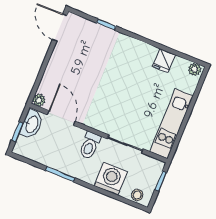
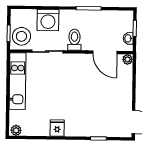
fridge: (164, 61) -> (57, 128), moved
washbasin: (32, 124) -> (128, 38), width x0.52, depth x0.69
stool: (137, 195) -> (21, 36), moved, width x1.89, depth x1.89

